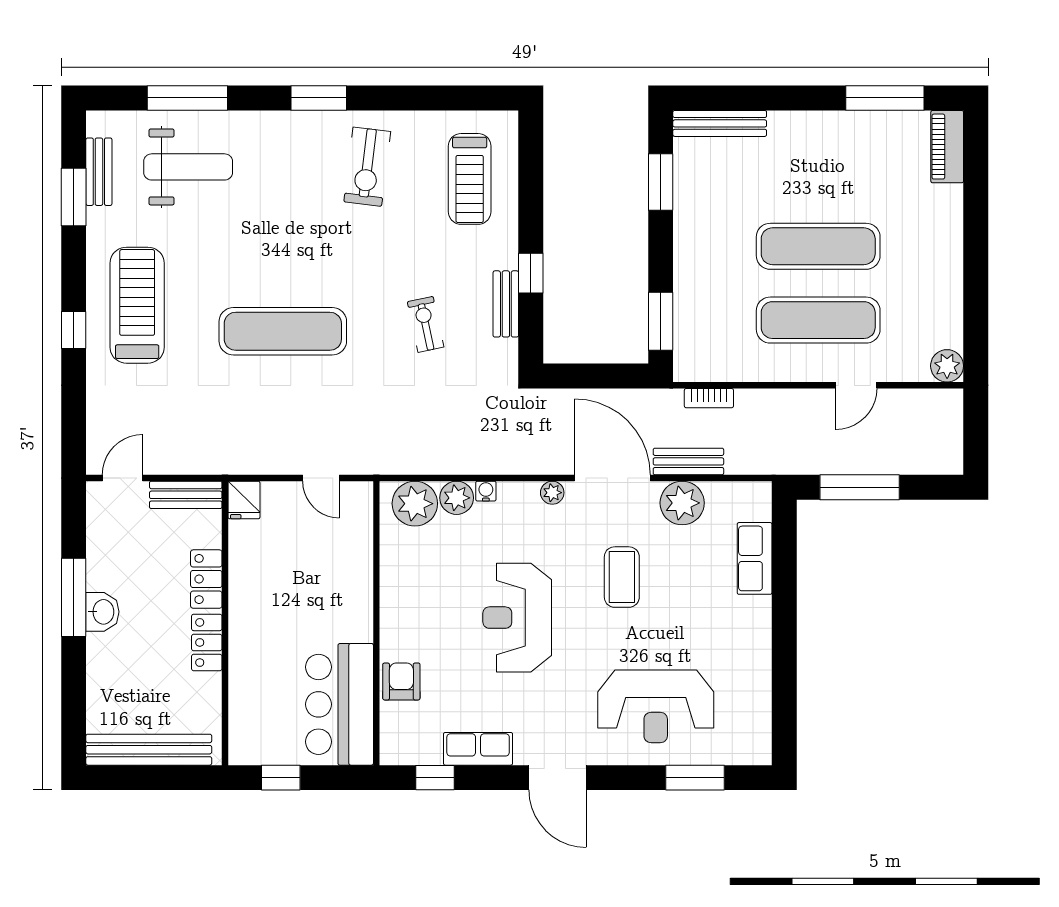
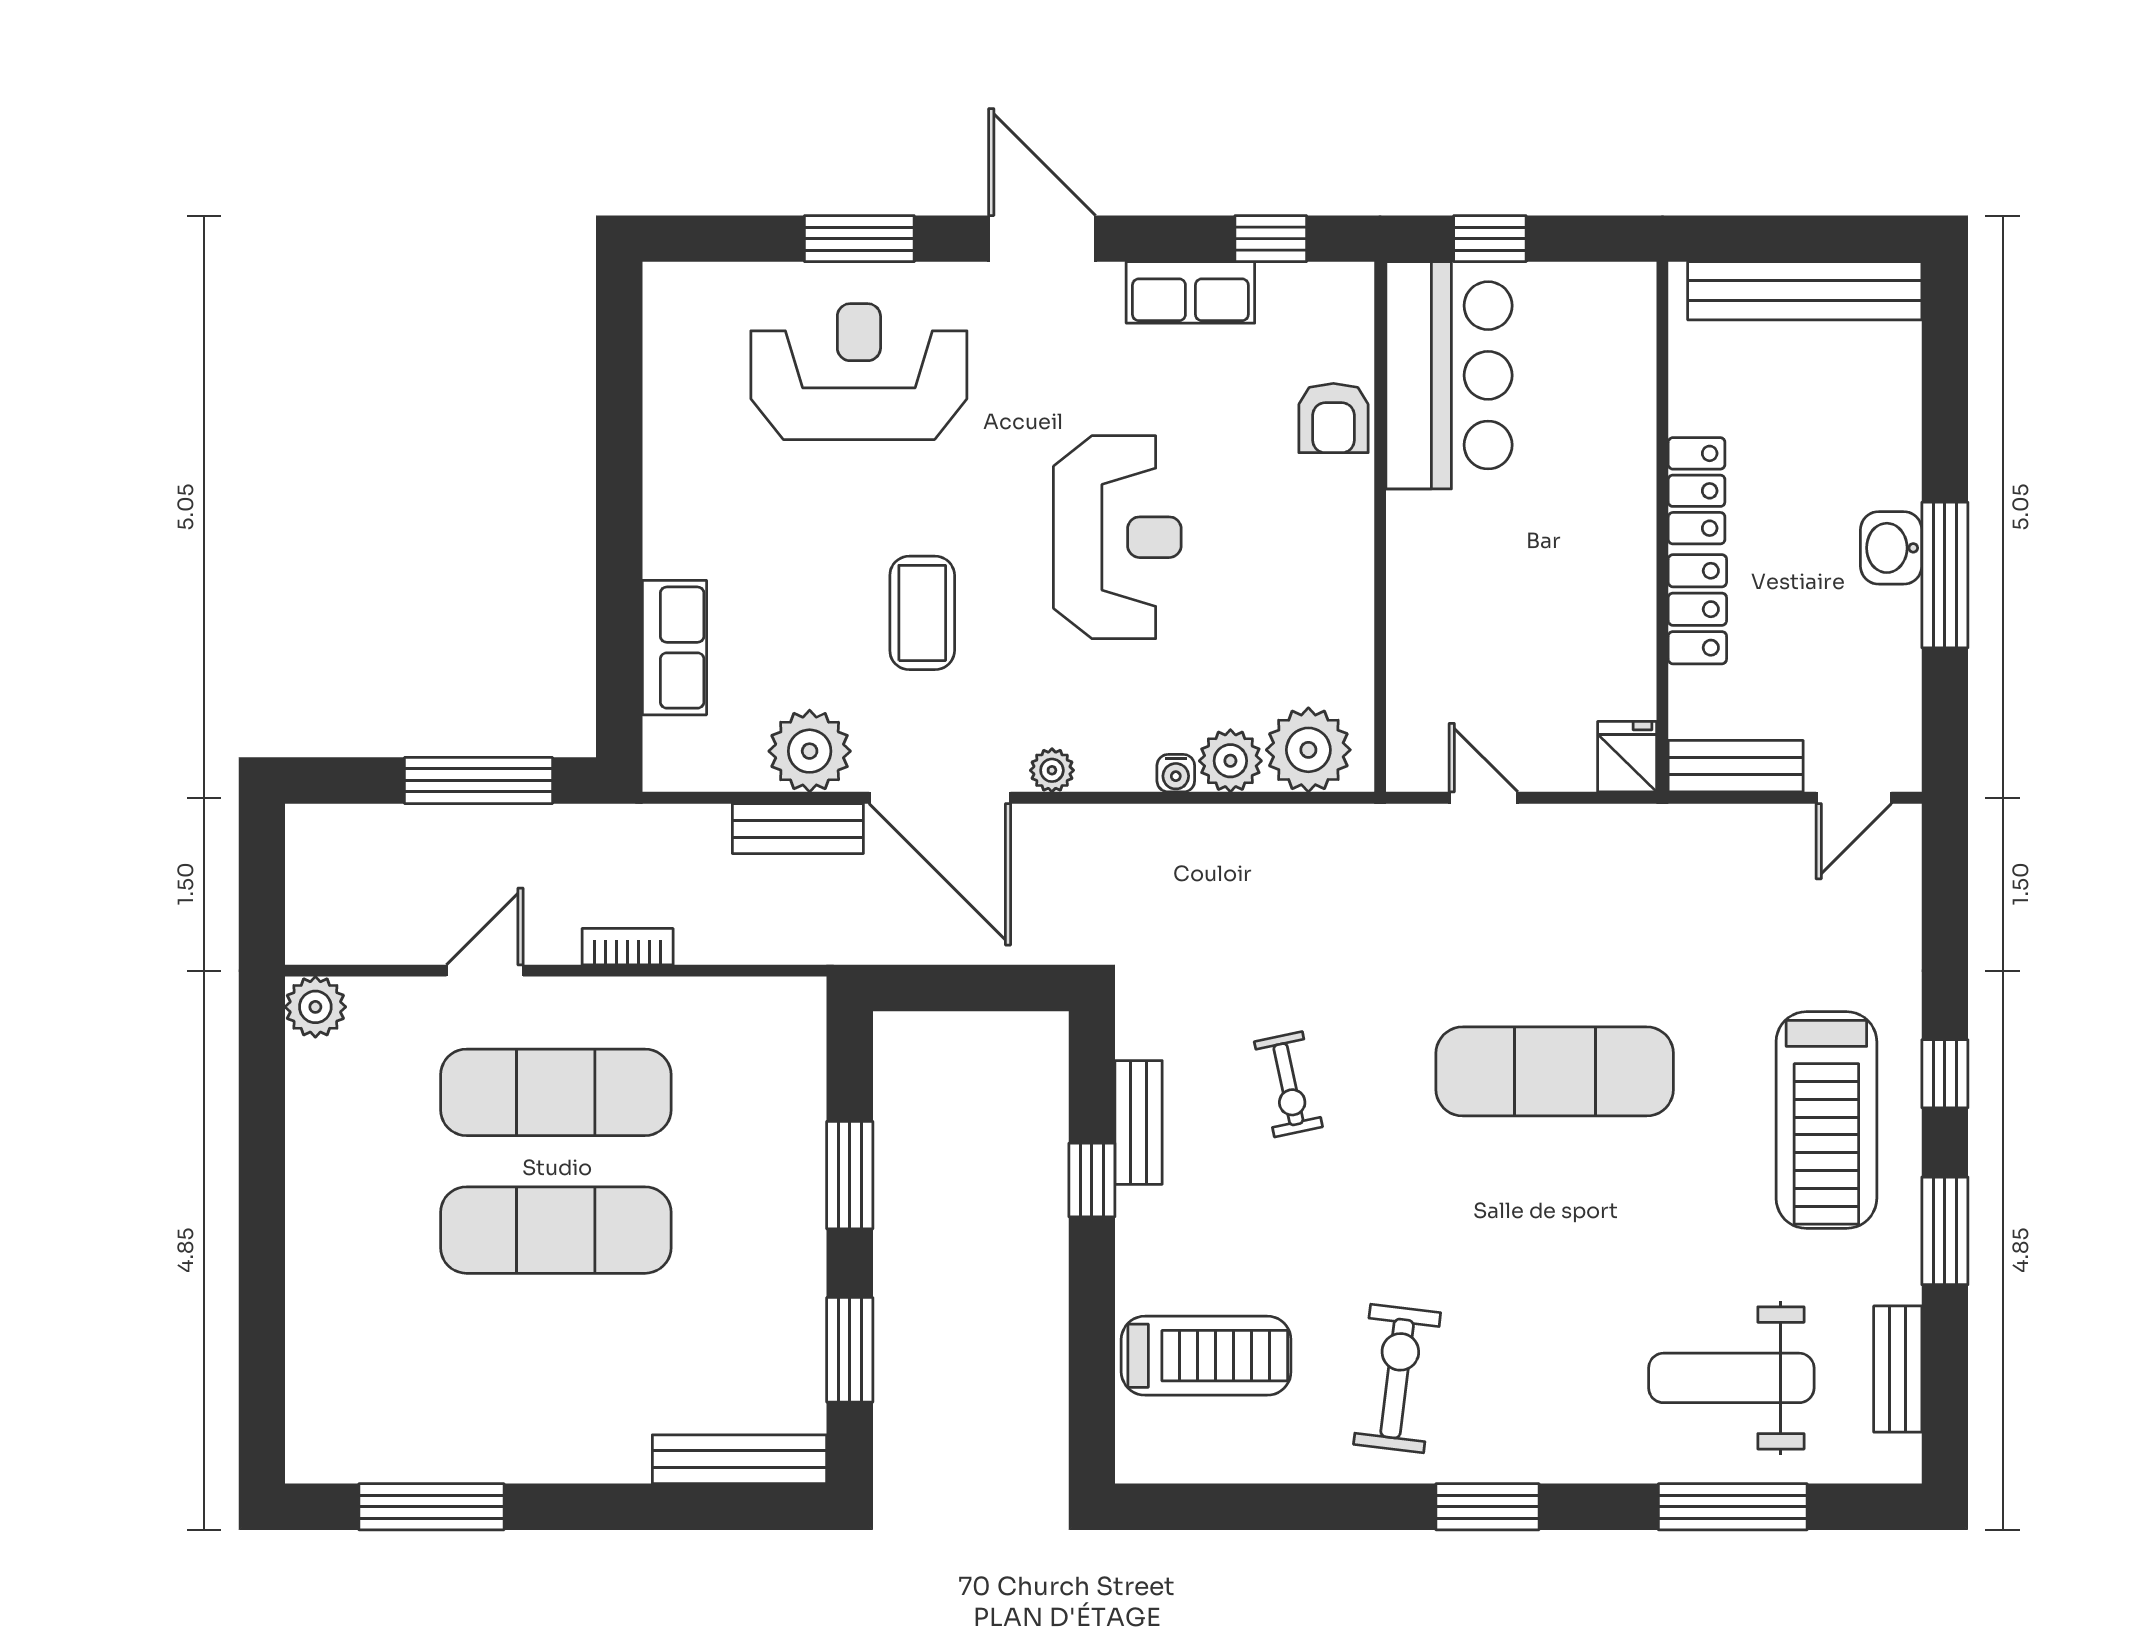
piano: (947, 147) -> (315, 1416), removed
treadmill: (470, 179) -> (1206, 1356), turned 90
window: (74, 197) -> (1945, 1231), moved
window: (661, 321) -> (850, 1175), moved
bookcase: (709, 398) -> (628, 947), moved
window: (281, 778) -> (1490, 239), moved
window: (695, 778) -> (859, 239), moved

